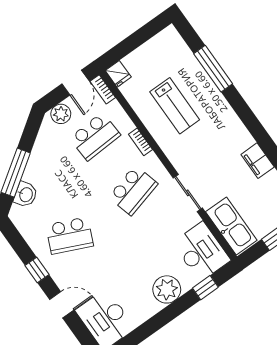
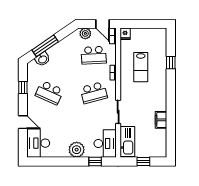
window: (213, 69) -> (171, 63), width x0.46
door: (76, 83) -> (103, 24), hinge flipped
window: (37, 270) -> (23, 88), moved

